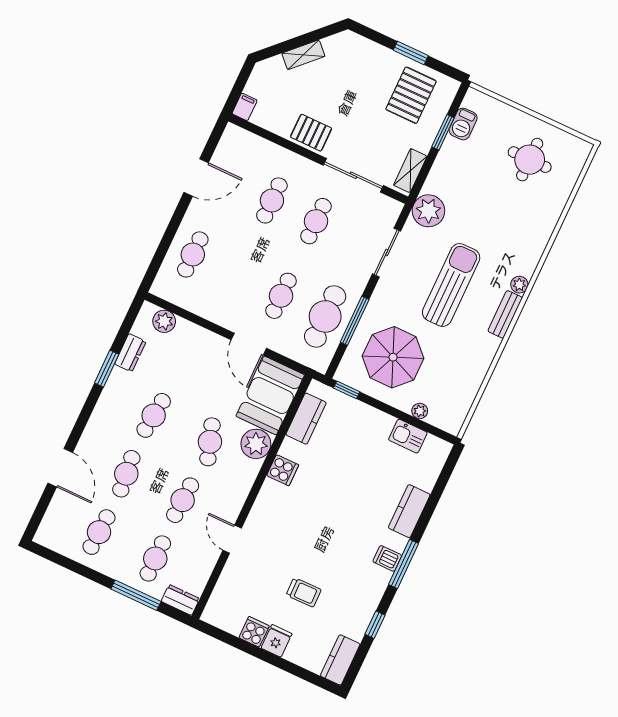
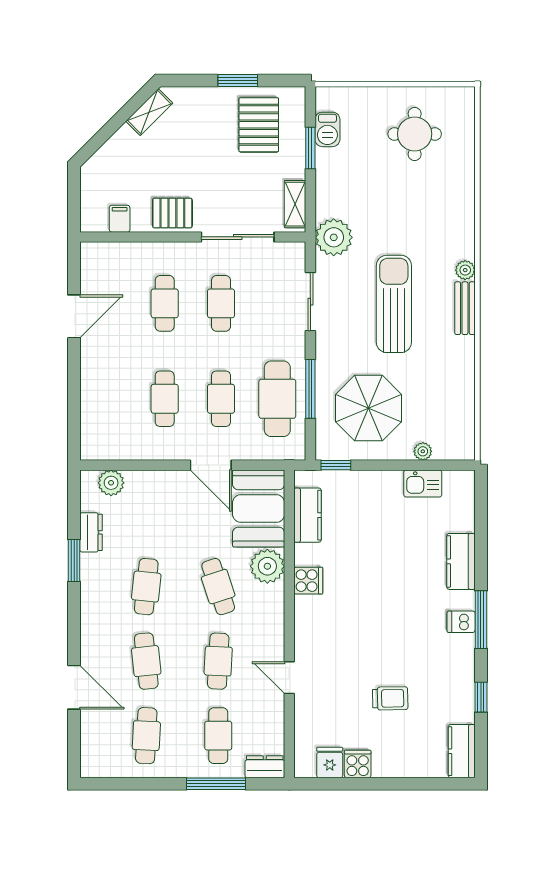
shelving: (303, 55) -> (149, 112), moved
filing cabinet: (245, 107) -> (120, 219), moved
cafe table: (193, 254) -> (165, 399), moved
fridge: (277, 641) -> (330, 762), moved

